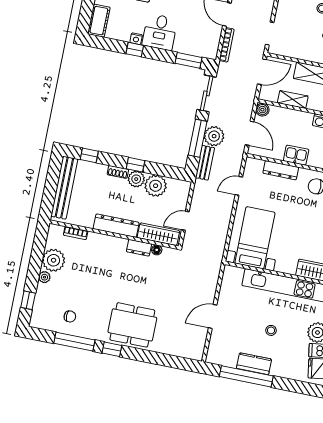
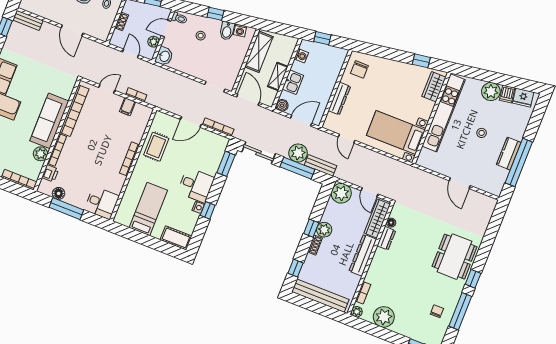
kitchen sink: (296, 155) -> (293, 82), moved, turned 180
plant: (156, 186) -> (341, 193), moved
plant: (44, 277) -> (357, 312), moved

